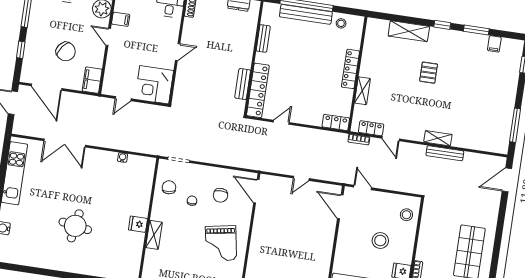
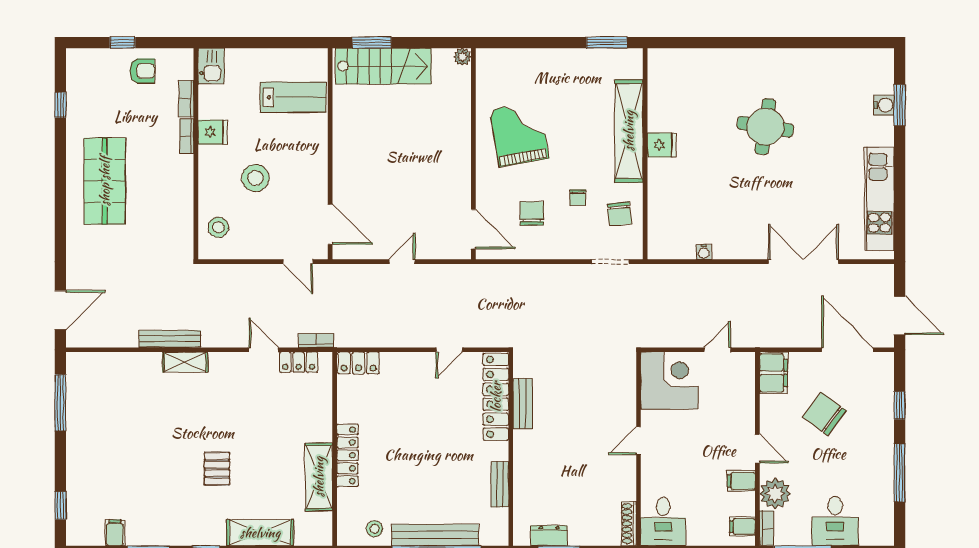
shelving: (362, 91) -> (319, 477), moved, width x1.50, depth x1.33
shelving: (154, 235) -> (629, 131), width x2.20, depth x1.33

